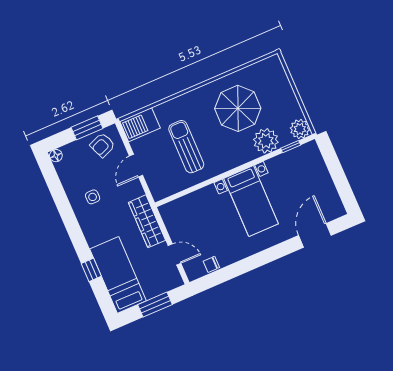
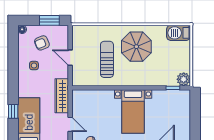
parasol: (238, 108) -> (136, 47), moved
barbecue: (140, 125) -> (178, 33), moved
plant: (266, 141) -> (159, 77), removed
armchair: (102, 145) -> (42, 43), moved
door: (136, 166) -> (70, 58), hinge flipped

